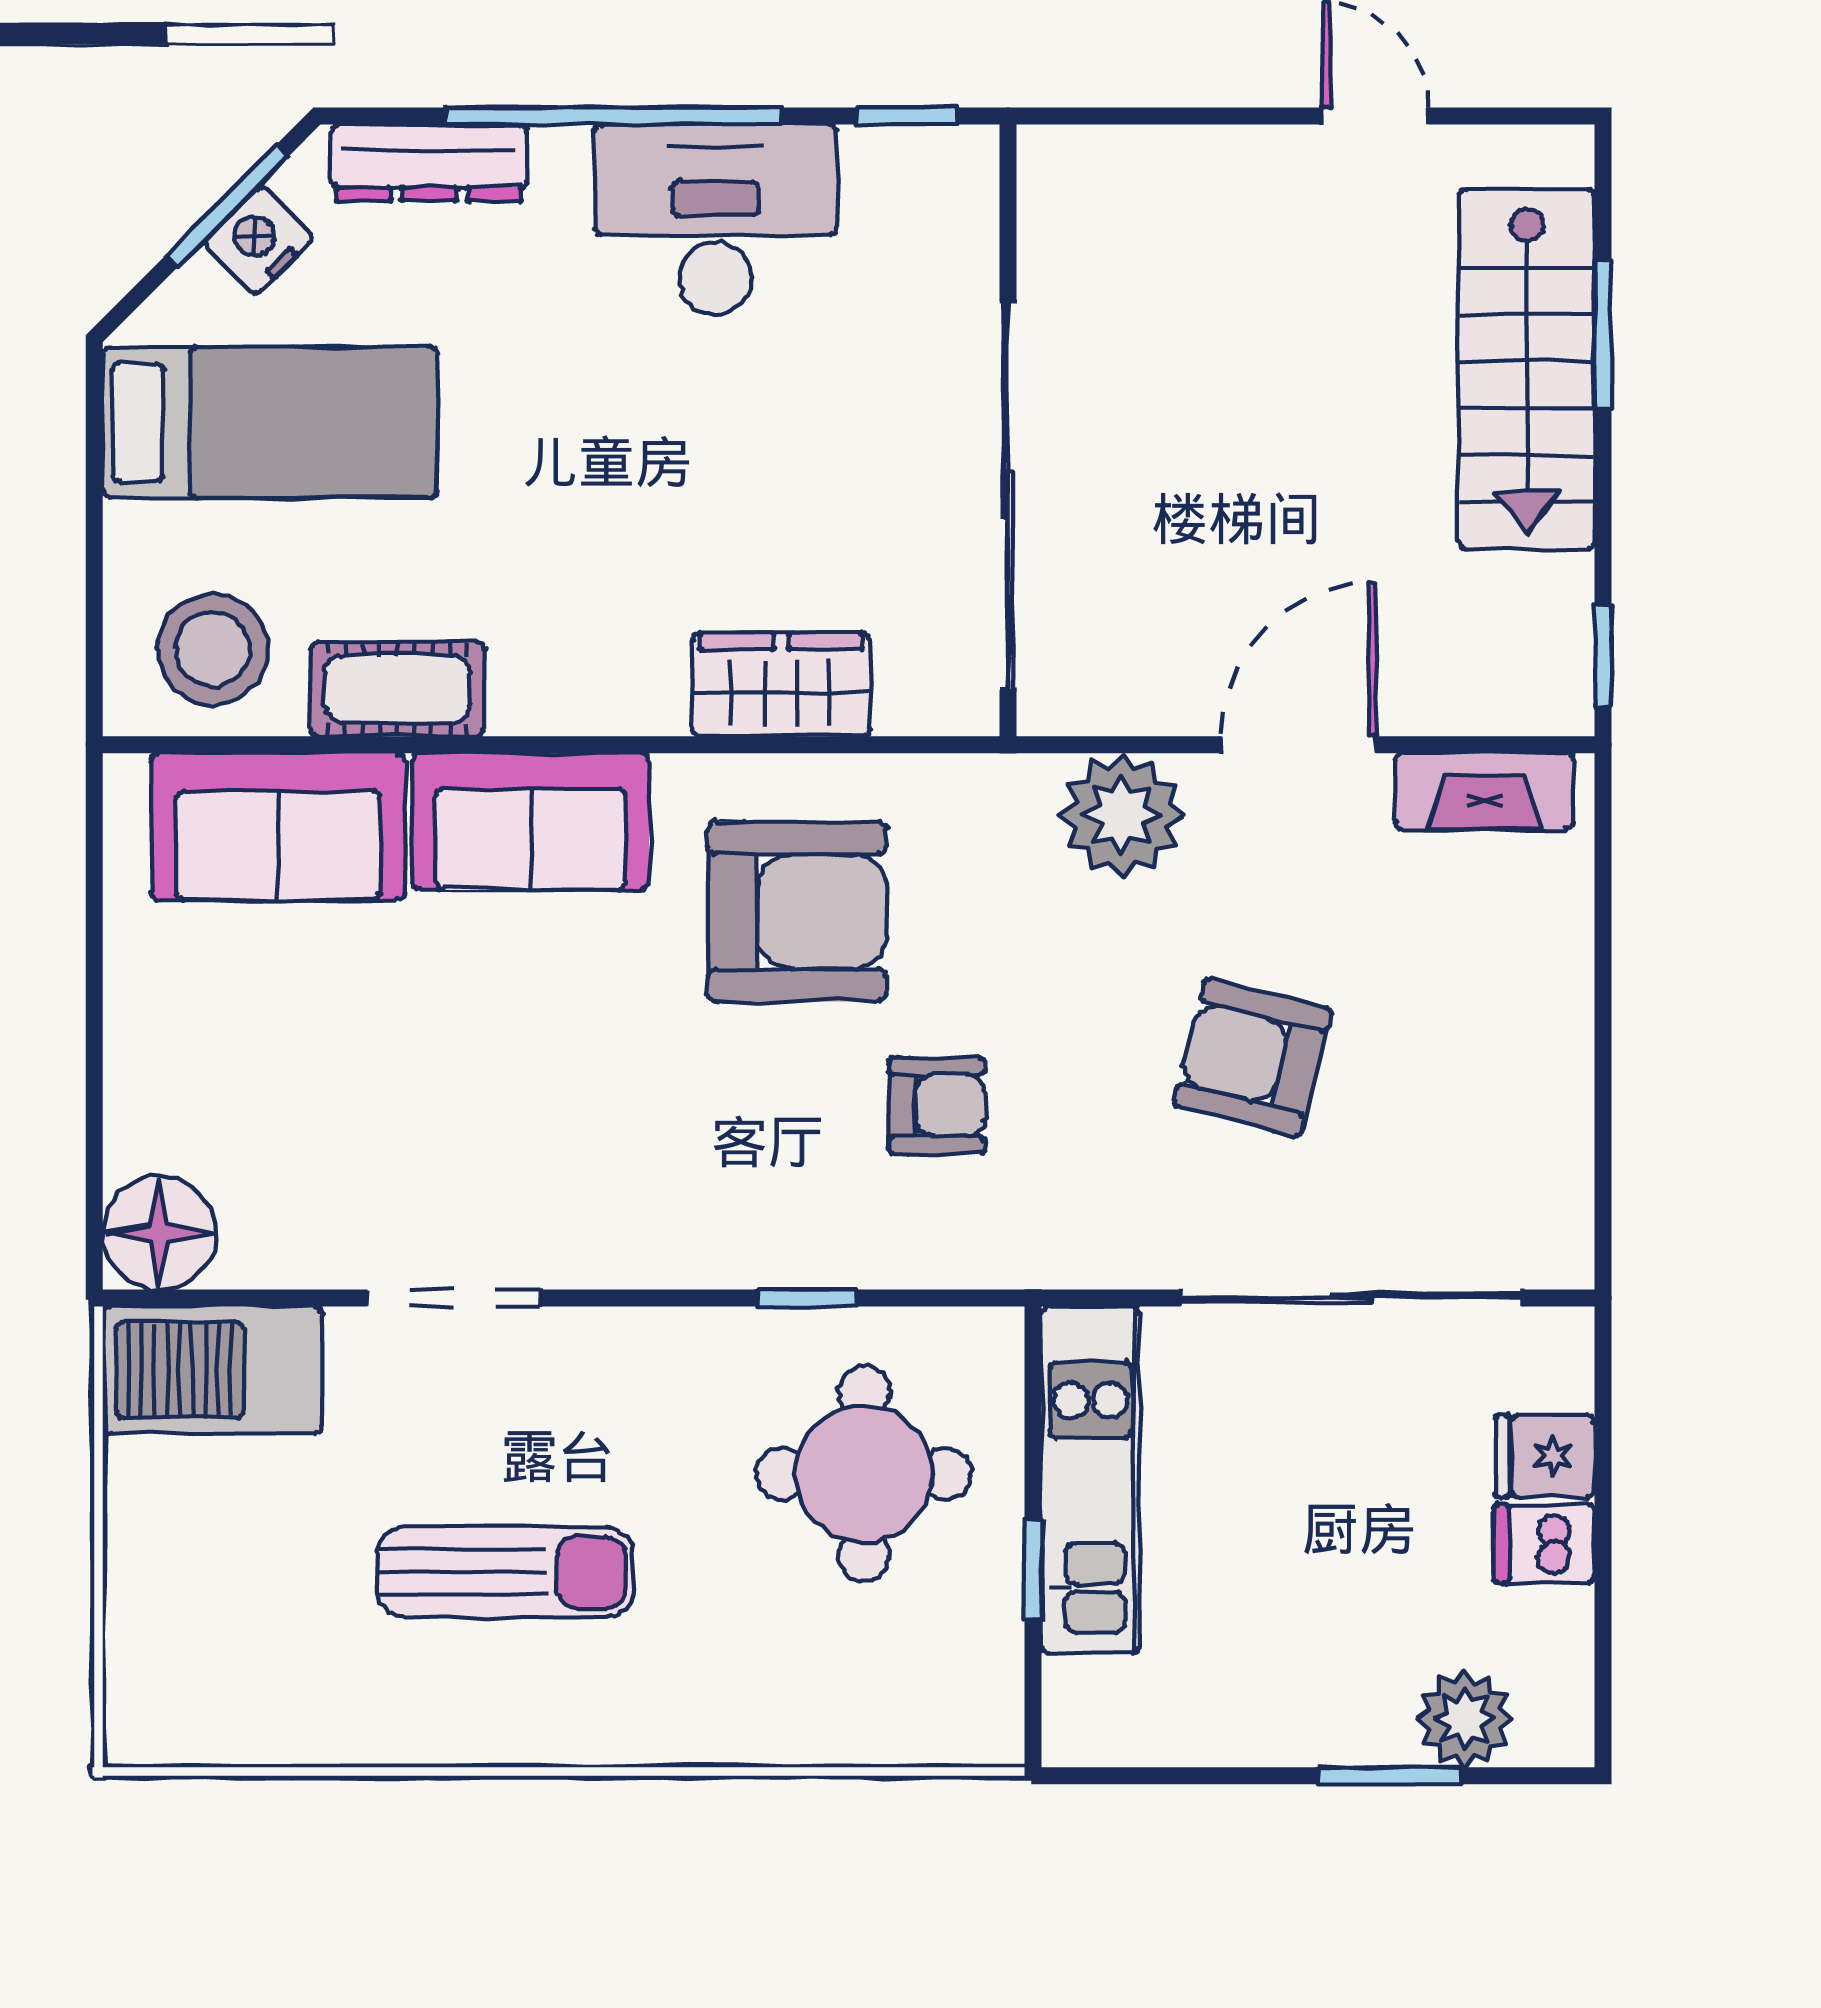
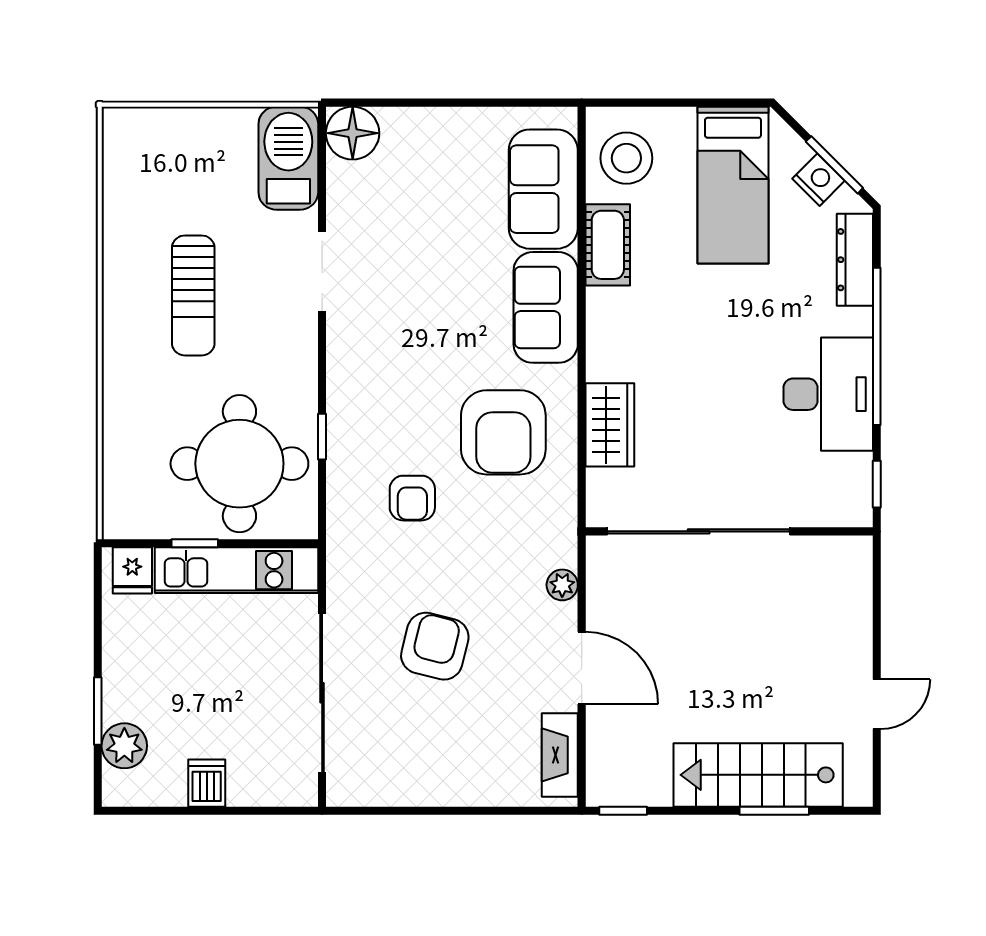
plant: (1122, 815) -> (562, 585), width x0.53, depth x0.53
fridge: (1545, 1456) -> (132, 570), moved, turned 180
round table: (864, 1474) -> (239, 464), width x1.36, depth x1.36

